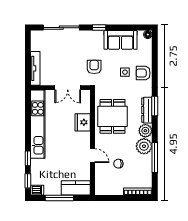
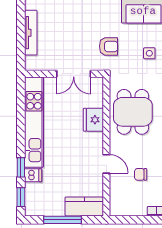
armchair: (94, 67) -> (109, 46), turned 90
tv unit: (35, 68) -> (31, 33), moved
dishwasher: (37, 190) -> (33, 175), moved

